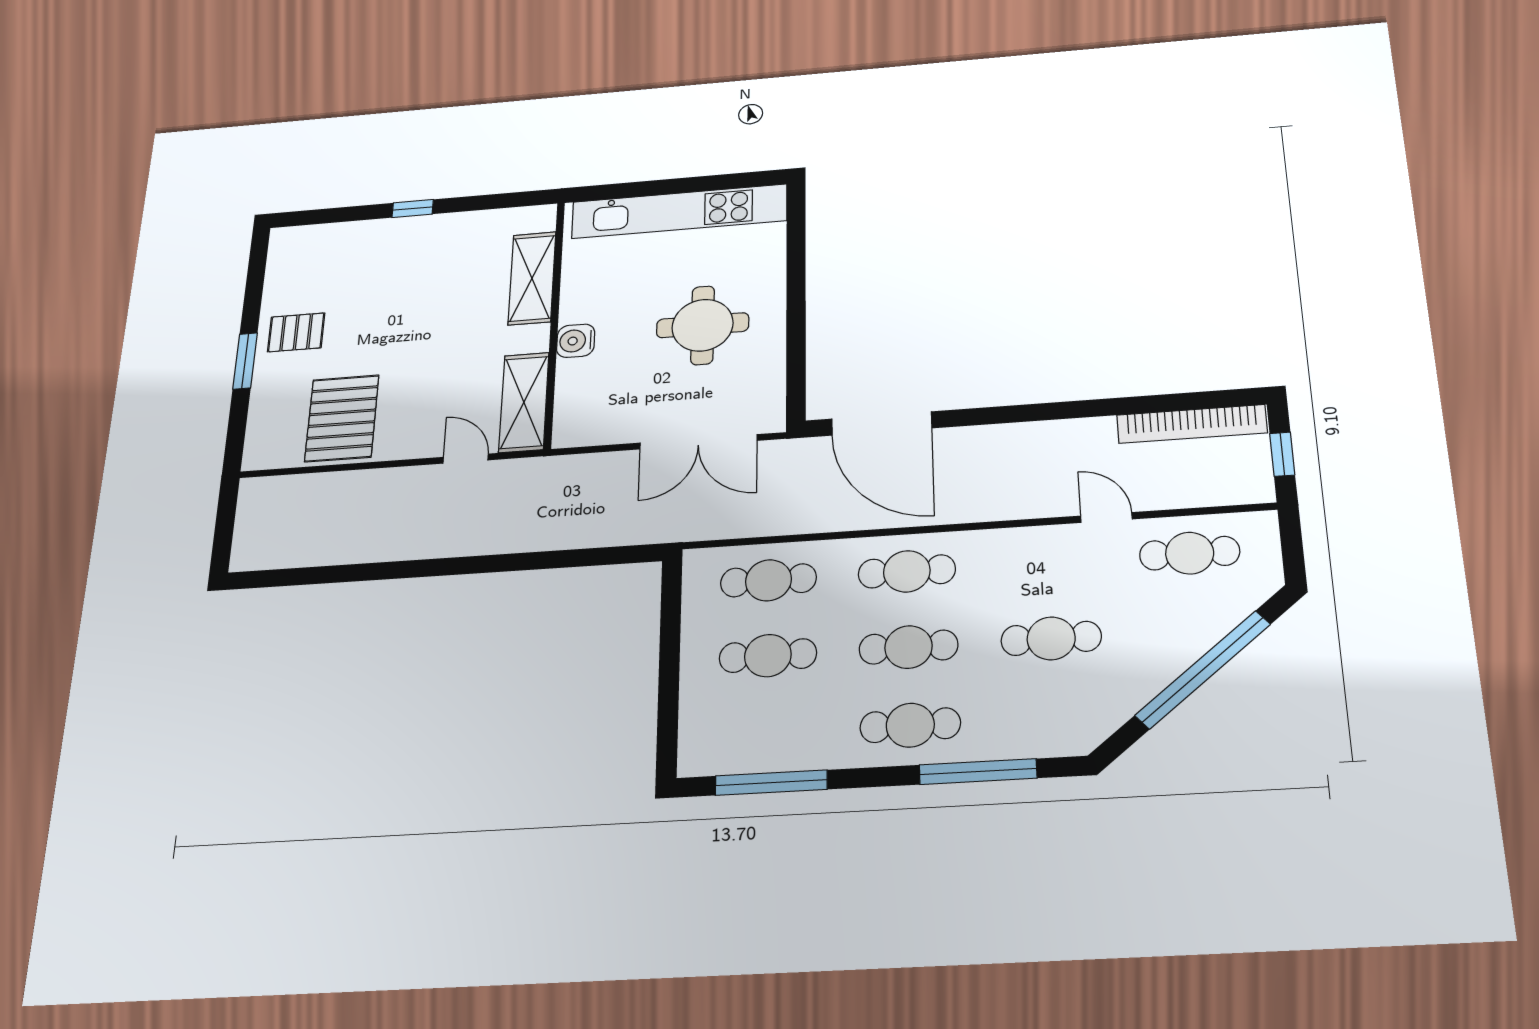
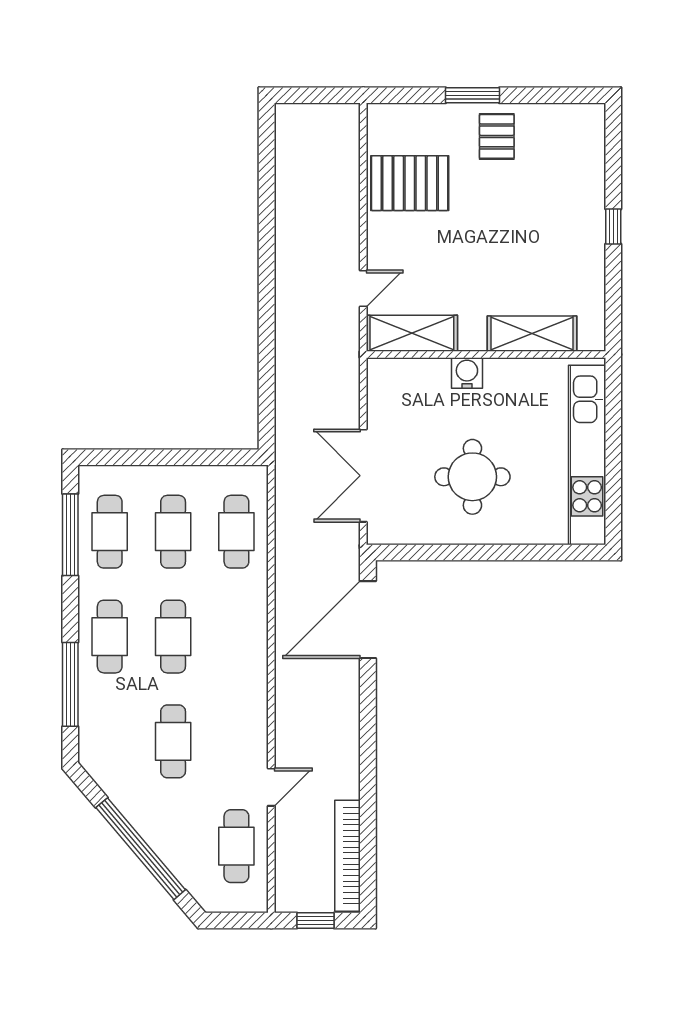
cafe table: (907, 571) -> (110, 532), moved

